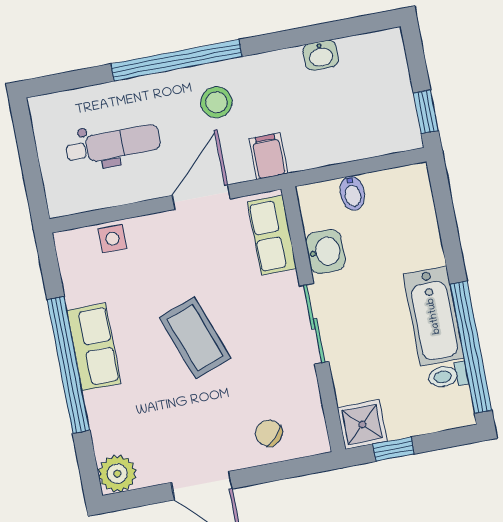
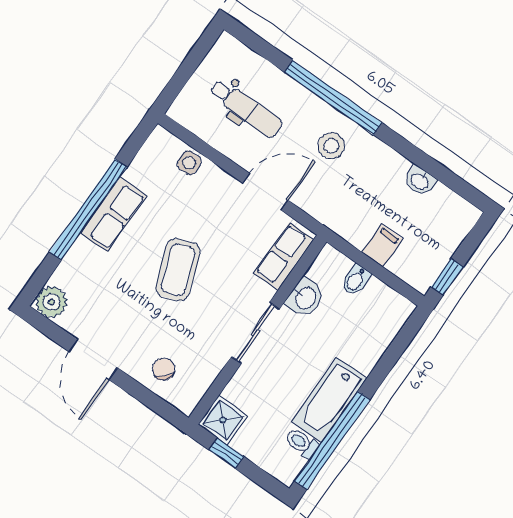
filing cabinet: (268, 156) -> (382, 246), moved

